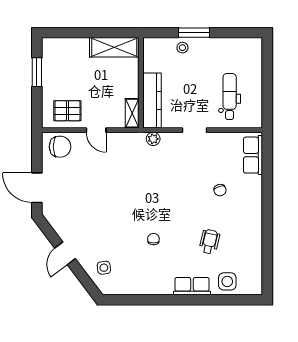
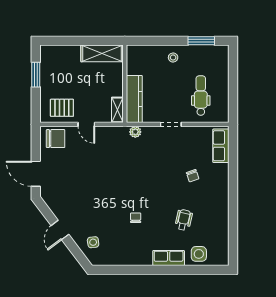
window: (194, 33) -> (201, 41), moved
stool: (182, 48) -> (173, 57), moved

